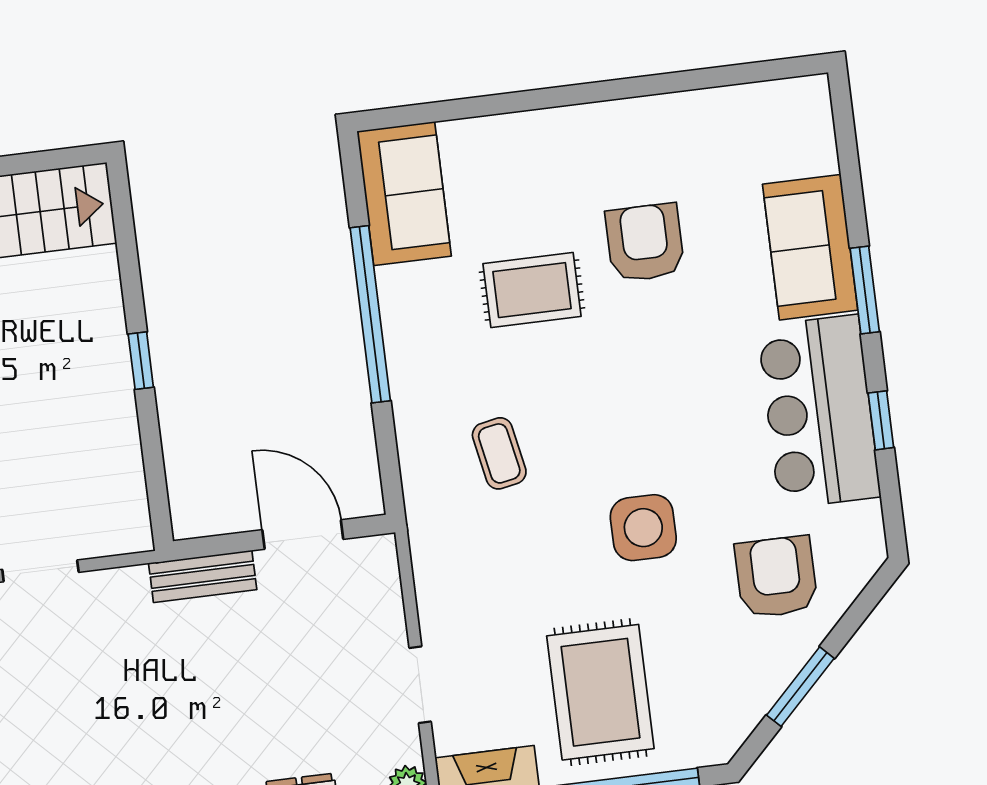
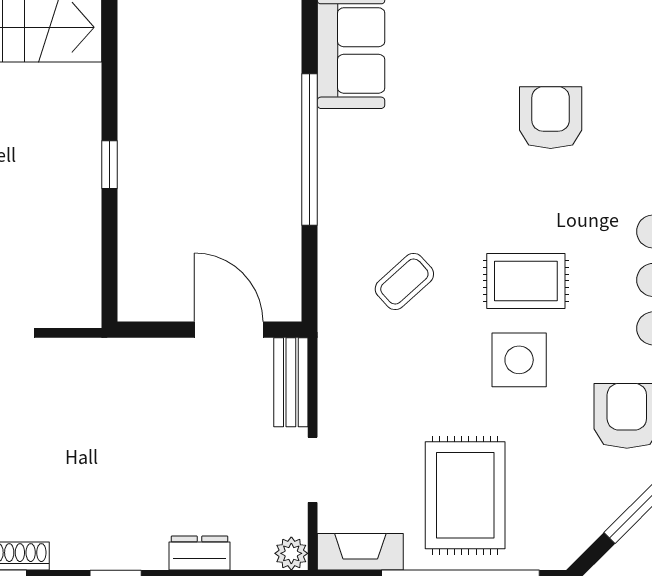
rug: (532, 290) -> (526, 281), moved
coffee table: (499, 453) -> (404, 281), turned 59
bench: (203, 576) -> (291, 382), moved, turned 90

